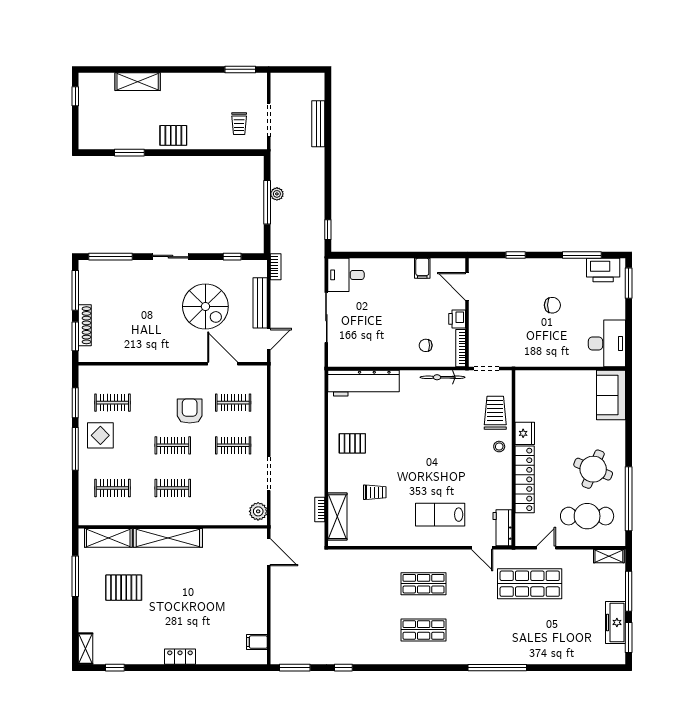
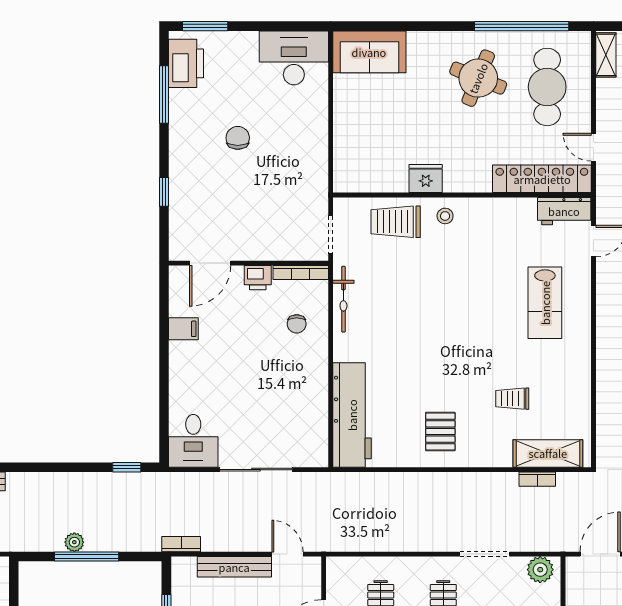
locker: (525, 479) -> (542, 179), moved
trolley: (375, 492) -> (512, 399), turned -90

